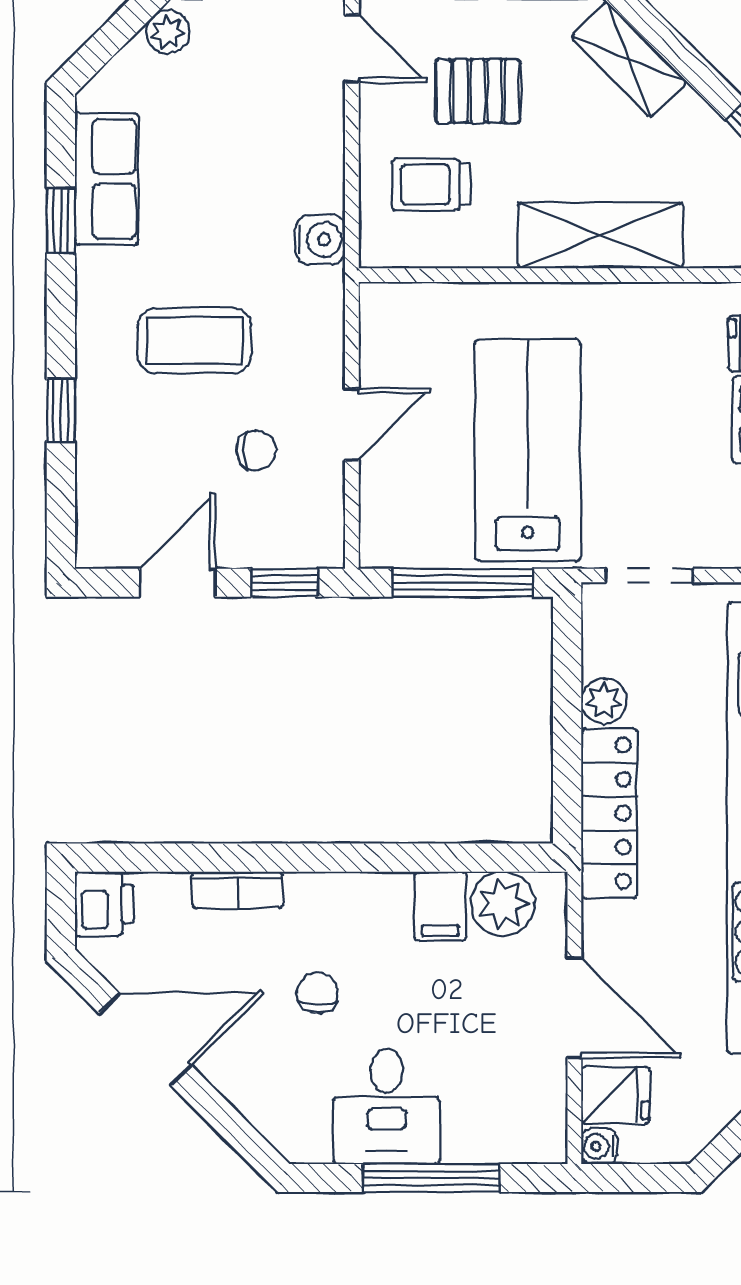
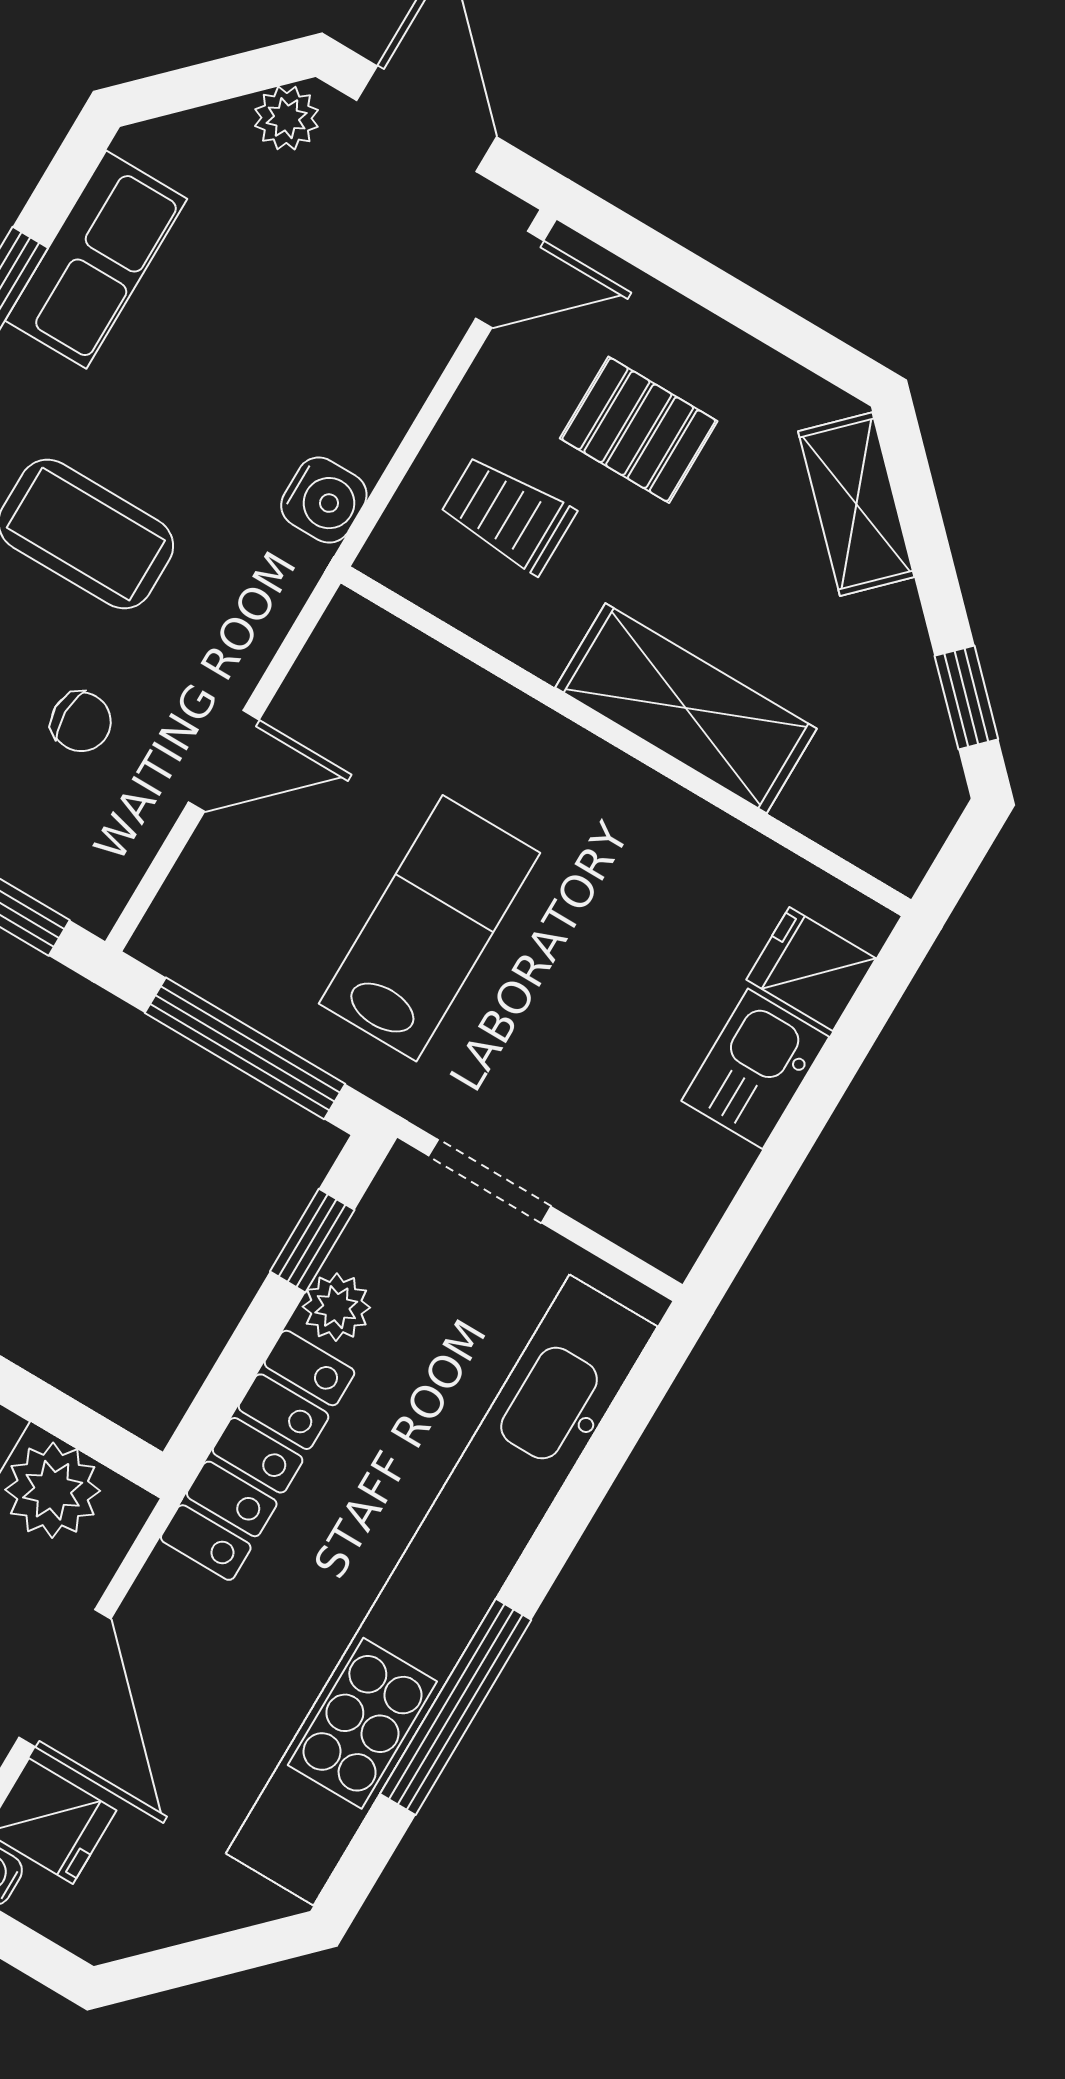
door: (352, 49) -> (510, 279), hinge flipped
lab bench: (528, 450) -> (429, 928), width x0.73, depth x0.72
window: (567, 671) -> (312, 1241), added

